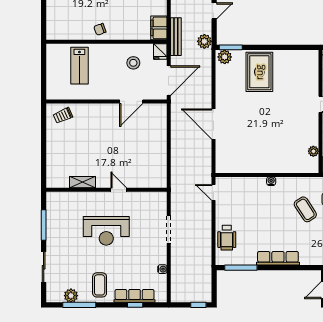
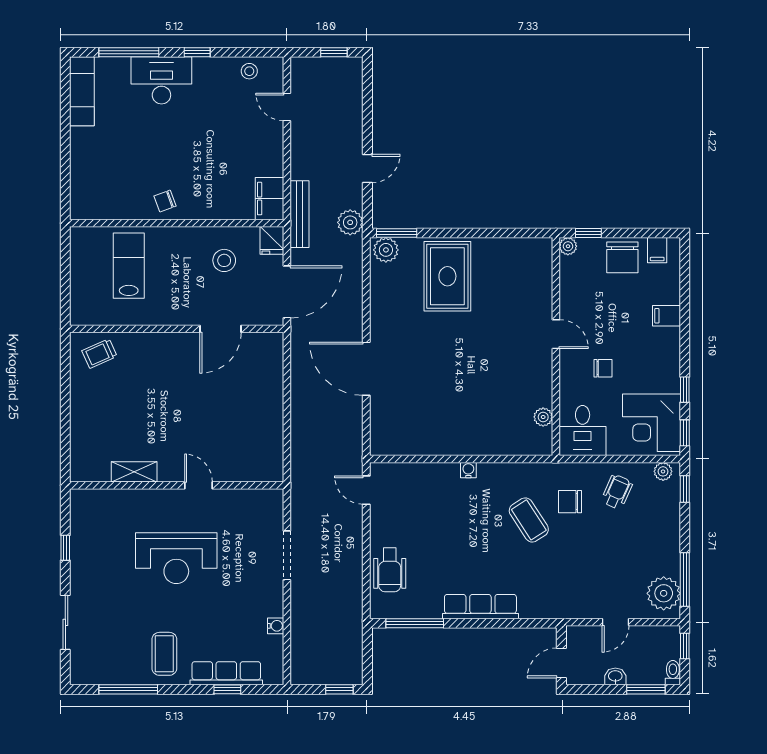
lab bench: (79, 66) -> (129, 266), turned 180
window: (44, 225) -> (65, 548), width x0.46
plant: (71, 296) -> (114, 673), removed

